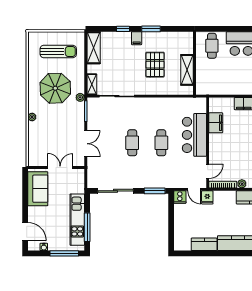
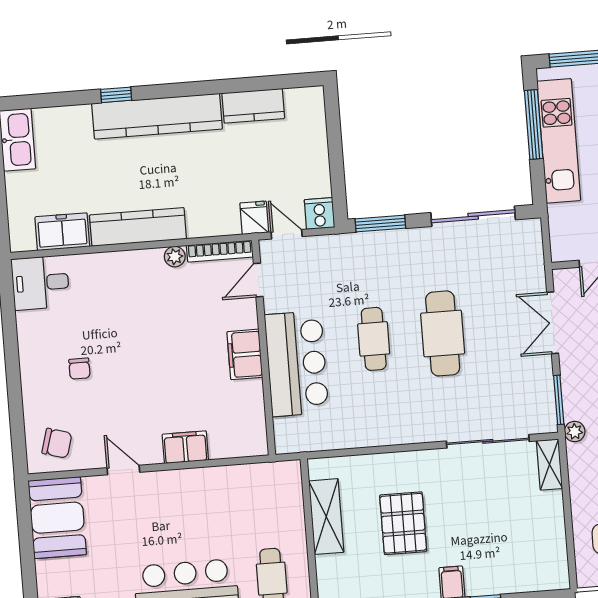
shelving: (94, 48) -> (552, 552), removed
filing cabinet: (216, 123) -> (245, 354), moved
cafe table: (132, 143) -> (443, 333), width x1.37, depth x1.35

